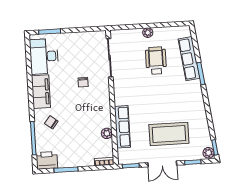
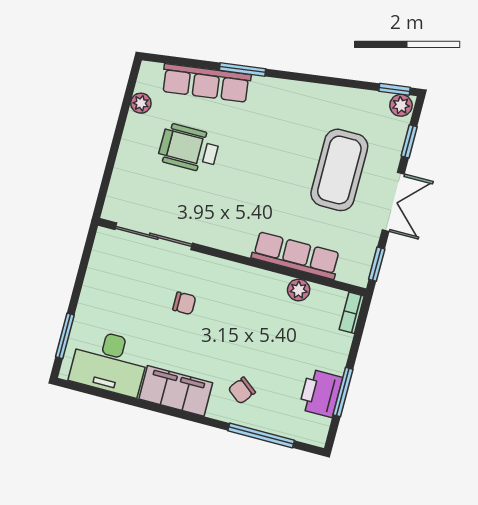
plant: (148, 33) -> (141, 103), moved
printer: (47, 160) -> (321, 393), moved

